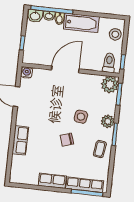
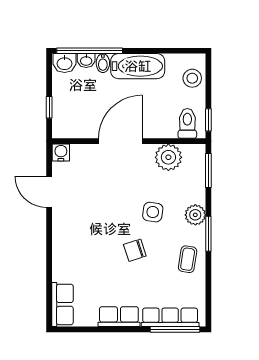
plant: (110, 85) -> (168, 157), moved
row of seats: (20, 140) -> (63, 304), moved

